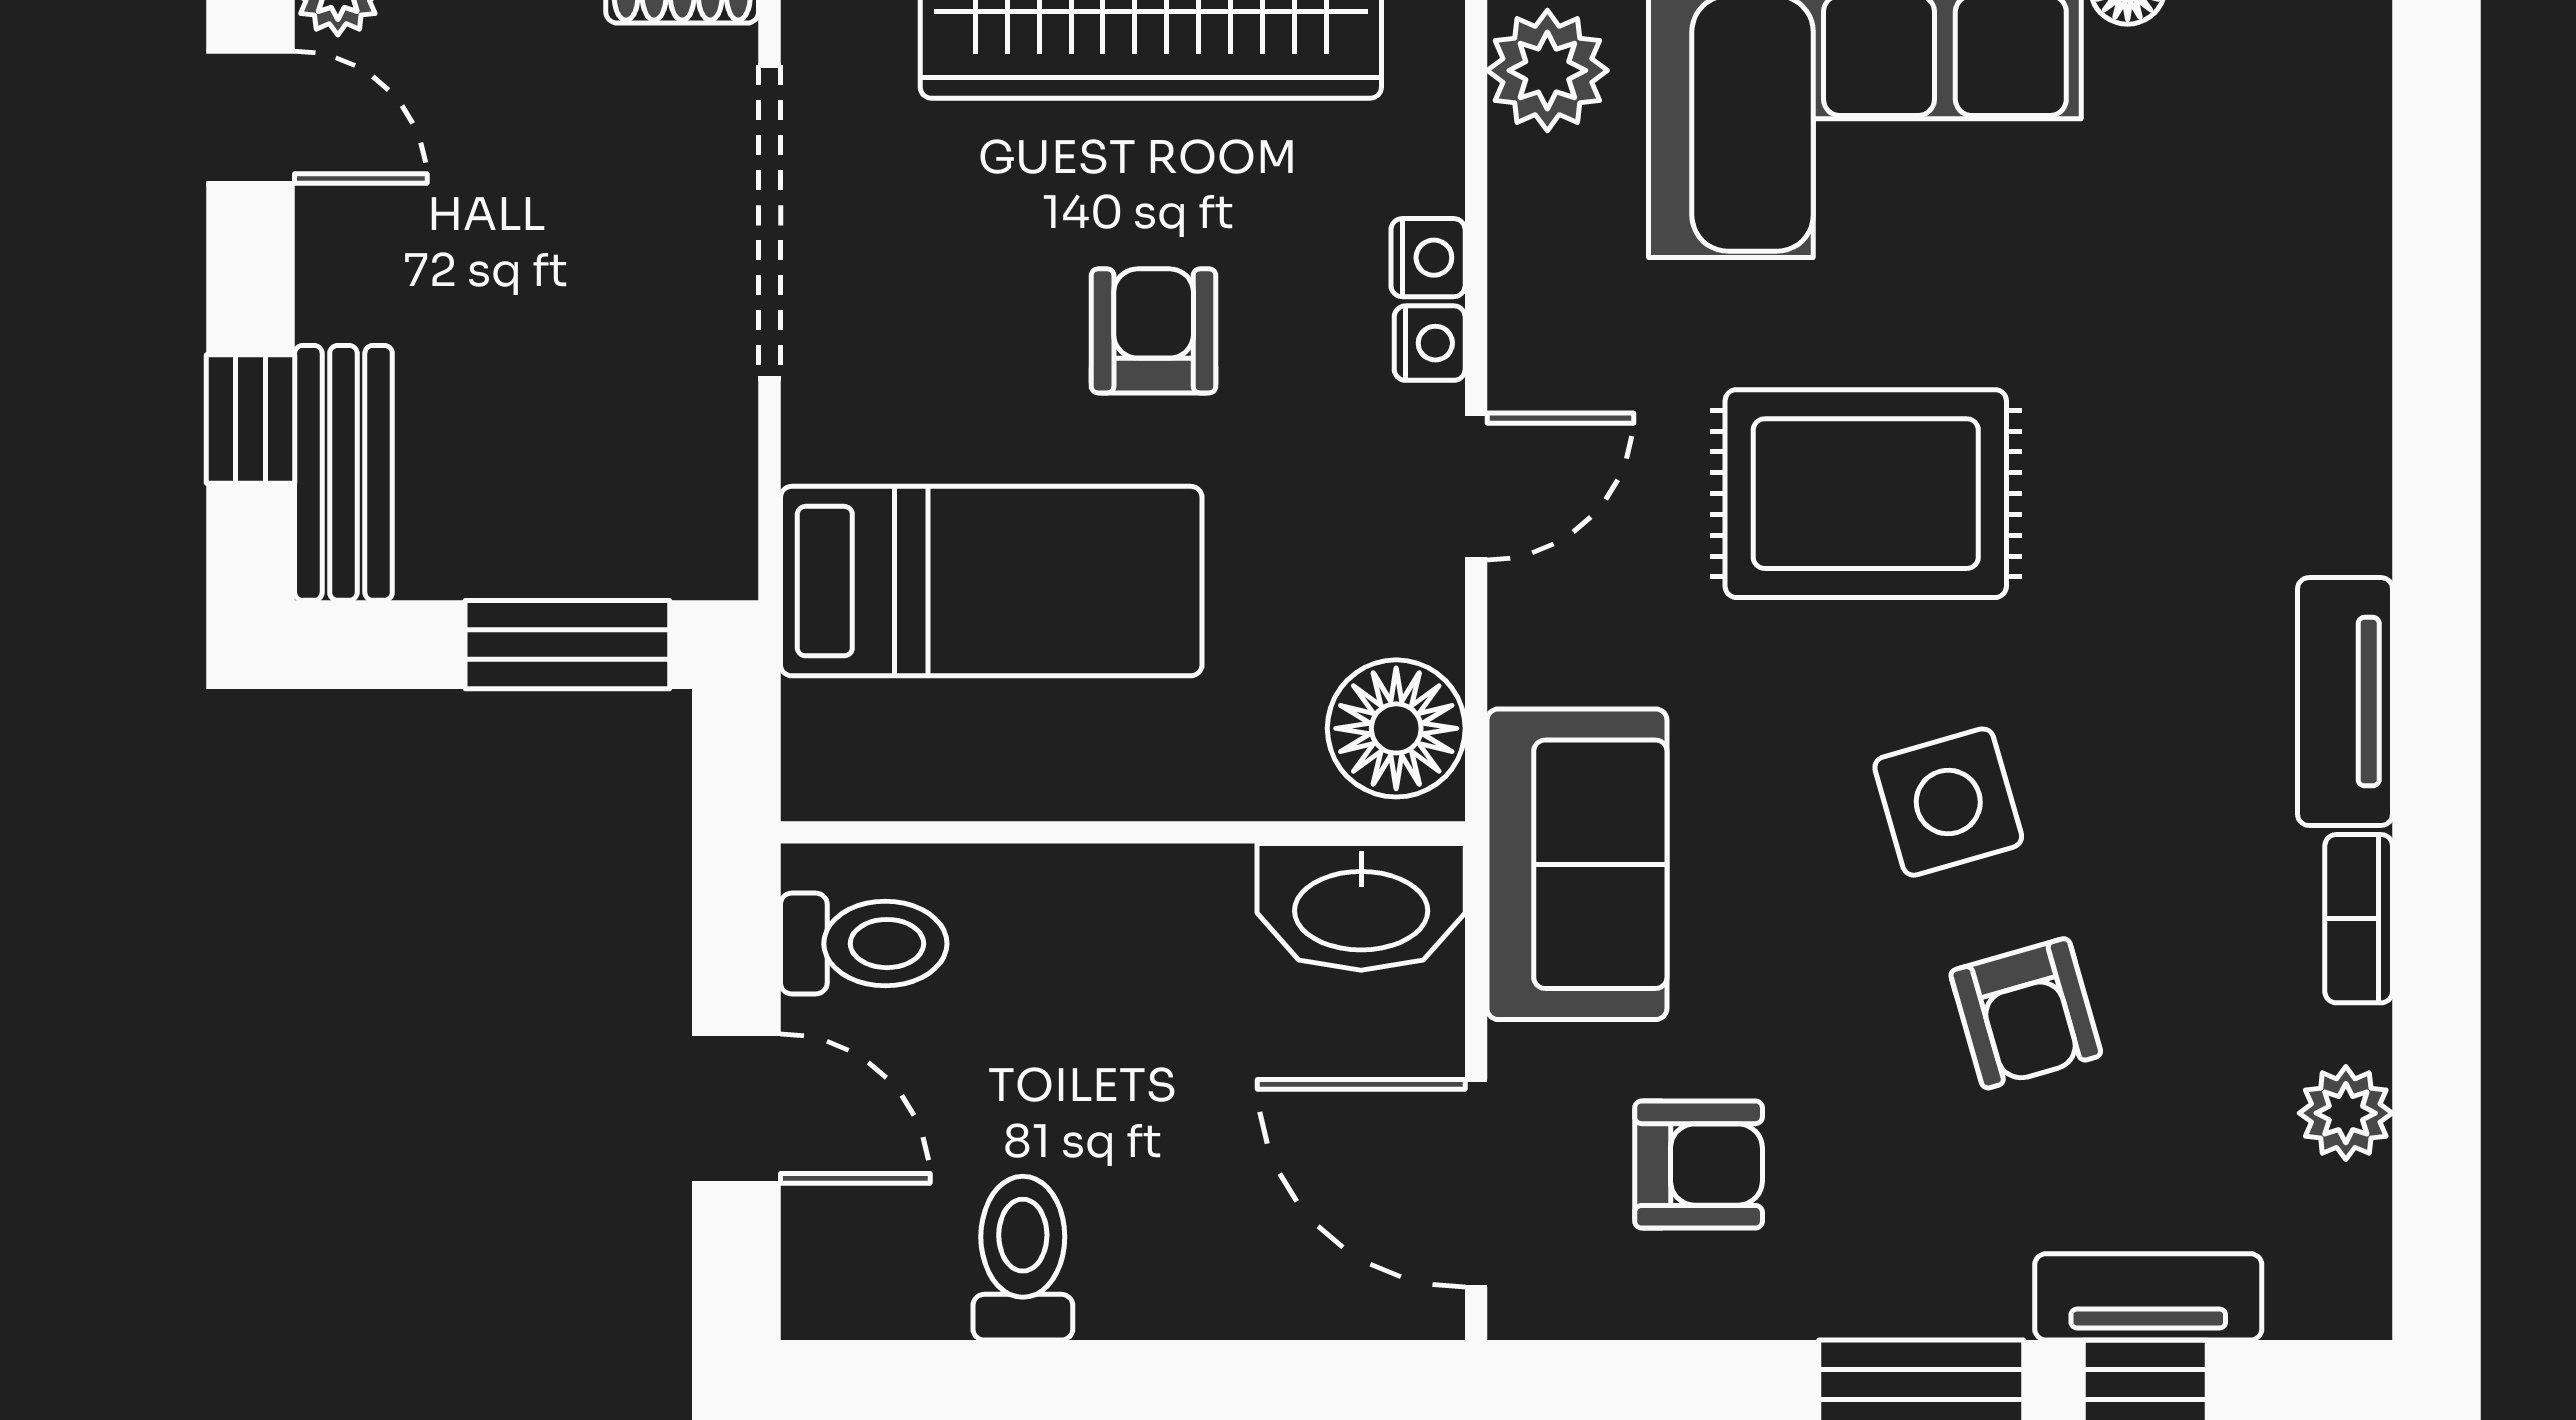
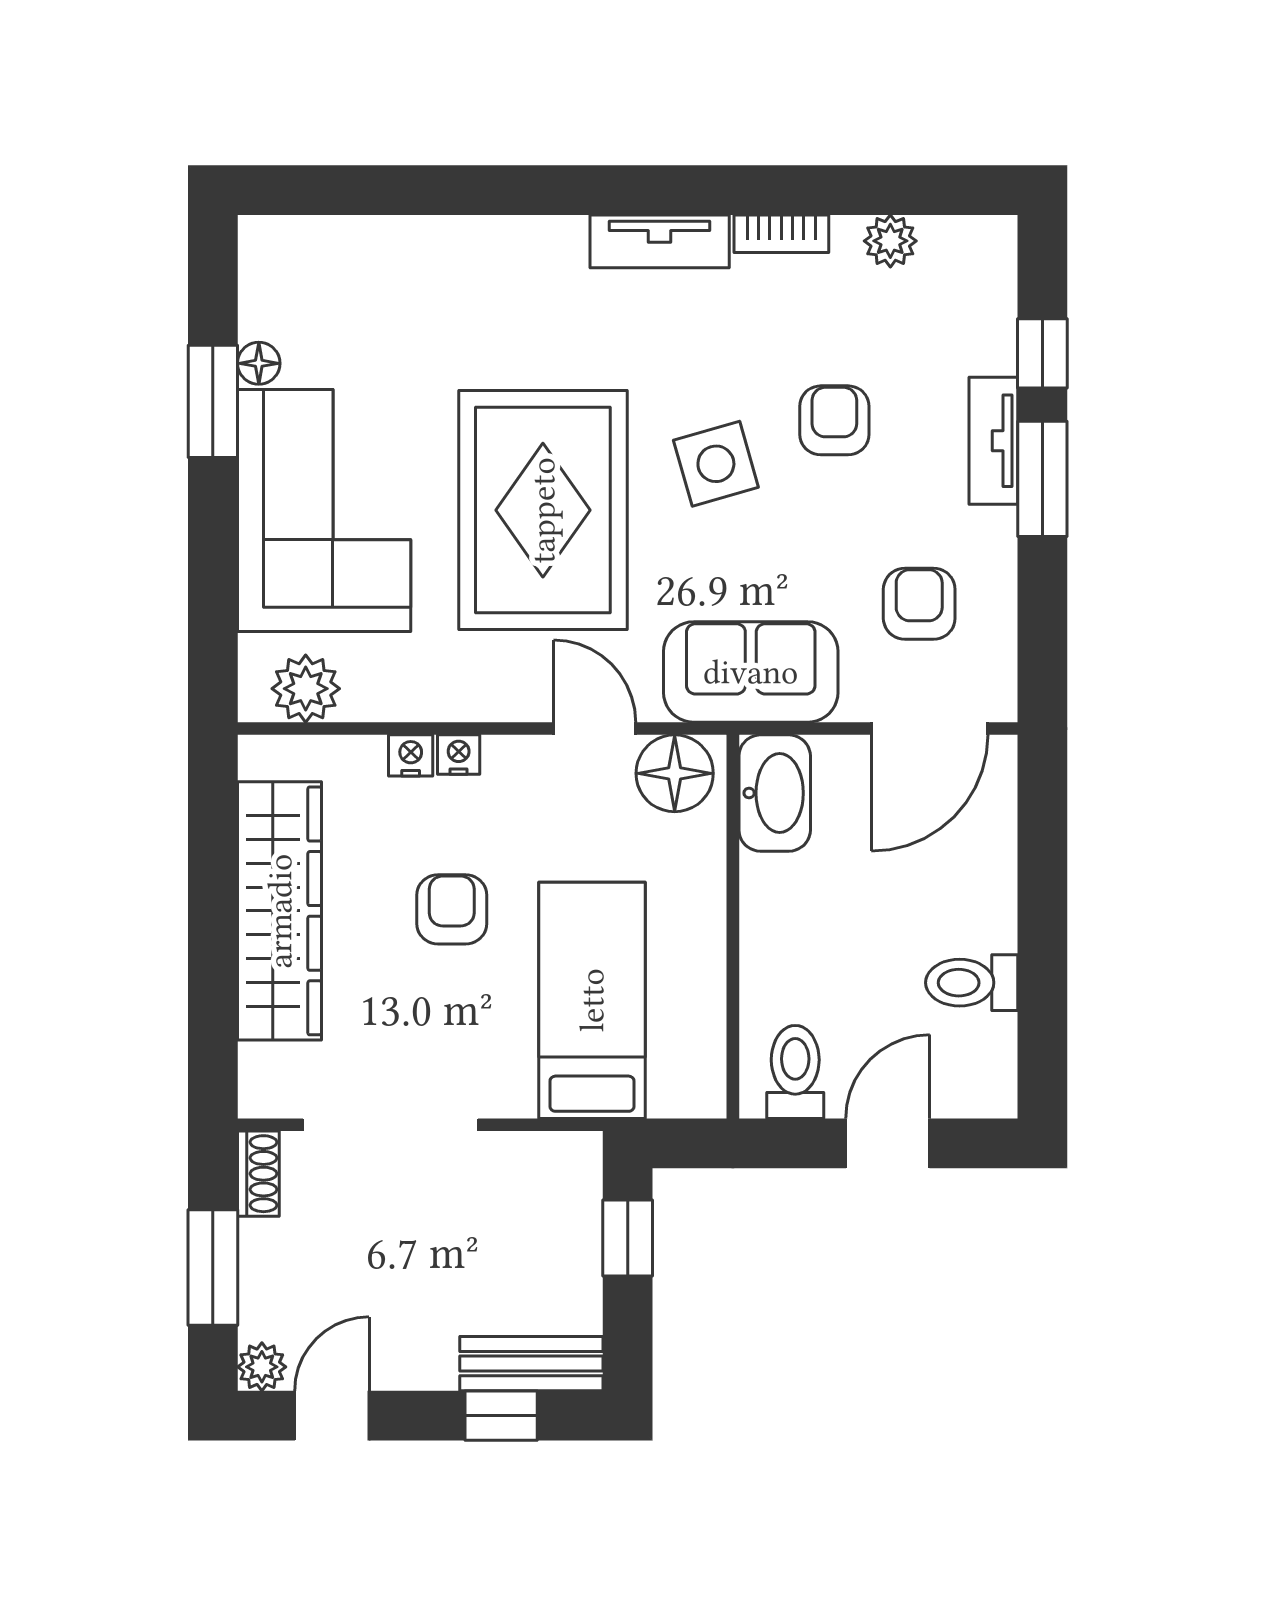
armchair: (1154, 331) -> (452, 909), turned 90
door: (1476, 487) -> (595, 729), moved
rug: (1866, 494) -> (543, 510), width x1.37, depth x1.44
window: (567, 645) -> (628, 1238), width x0.67
armchair: (2026, 1013) -> (834, 420), turned -74
tv unit: (2148, 1297) -> (993, 441), moved

